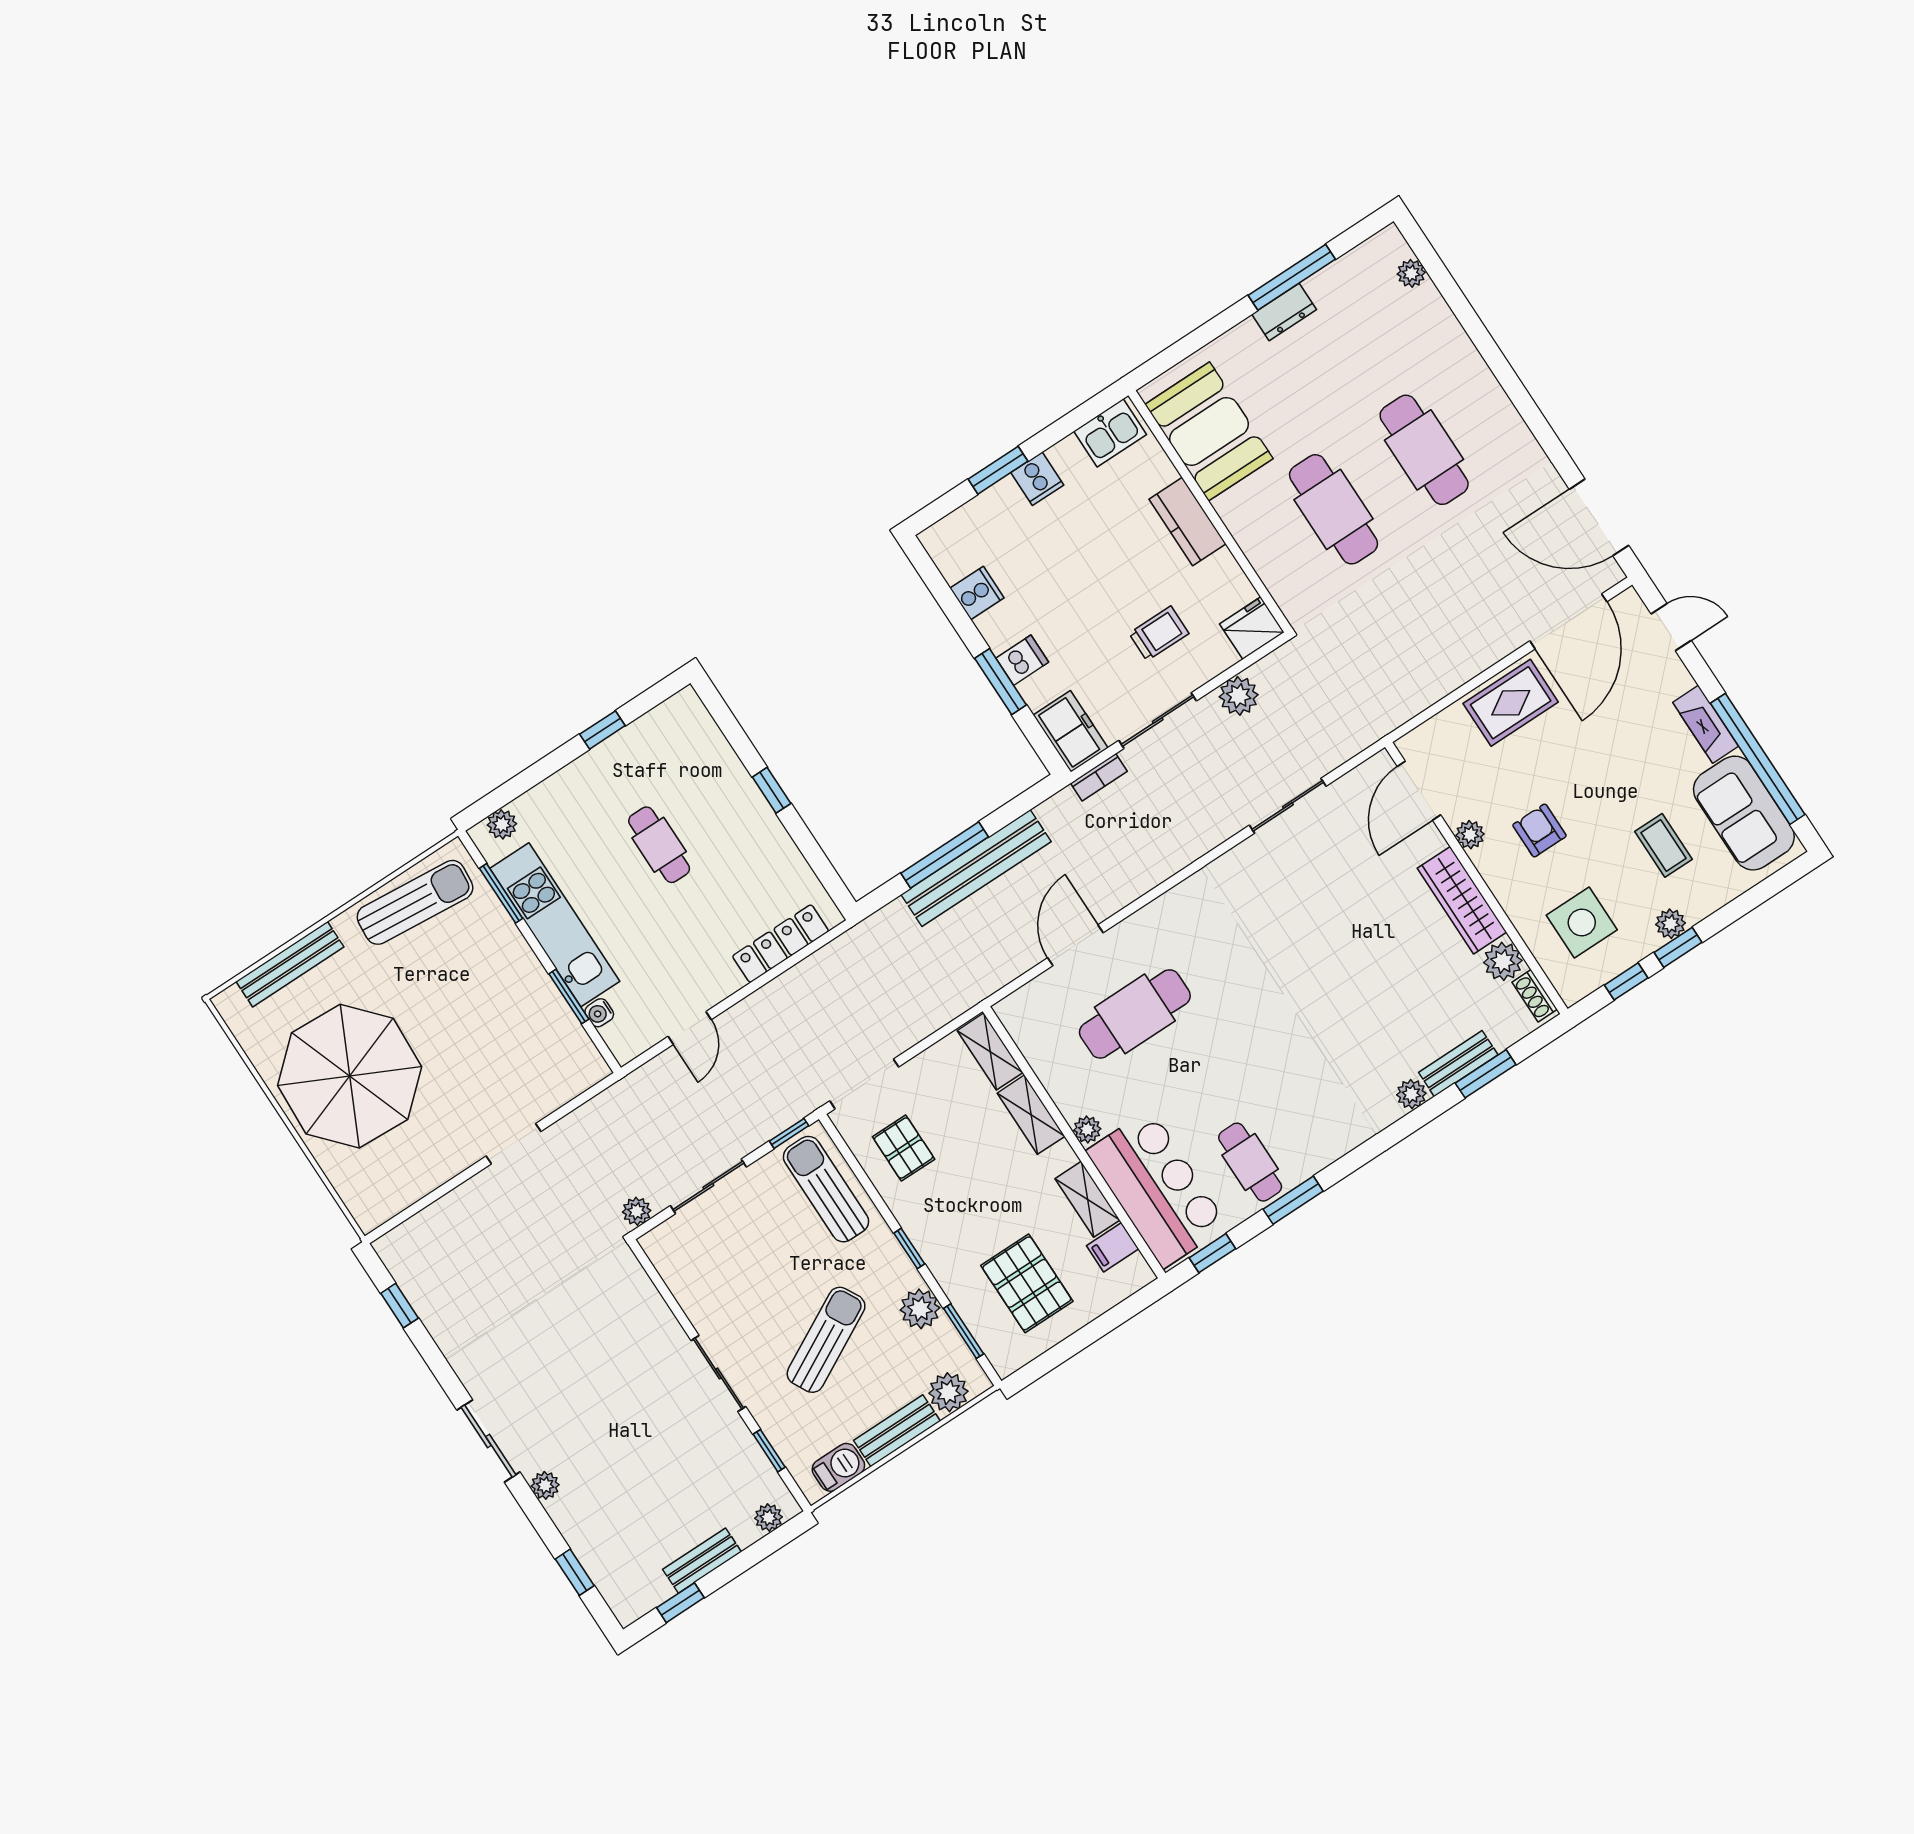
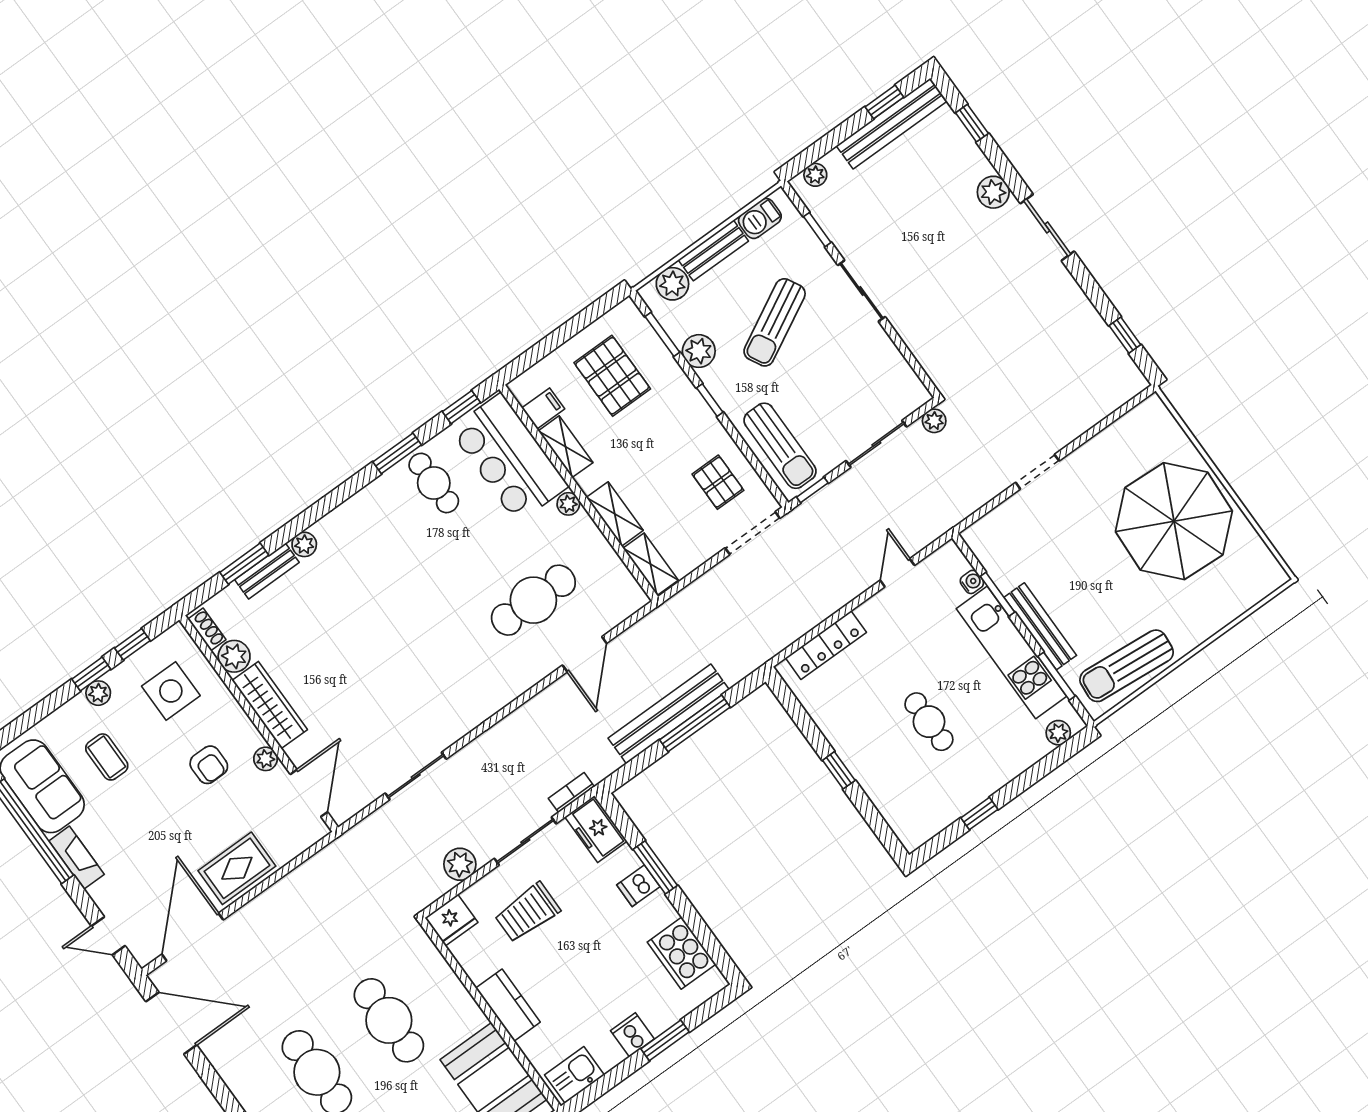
cooker: (977, 593) -> (682, 953), width x1.87, depth x1.31
trolley: (1159, 633) -> (527, 913), width x1.36, depth x1.39
bench: (290, 964) -> (1040, 626), moved, turned 90
plant: (545, 1485) -> (993, 192), width x1.38, depth x1.38
bench: (702, 1561) -> (891, 124), width x1.86, depth x1.21

